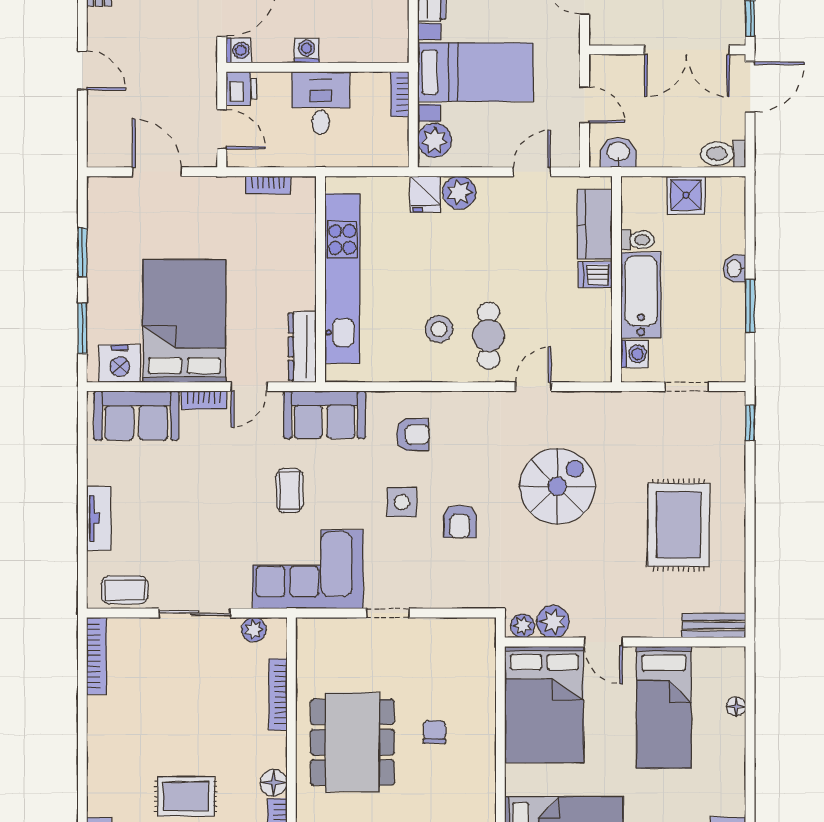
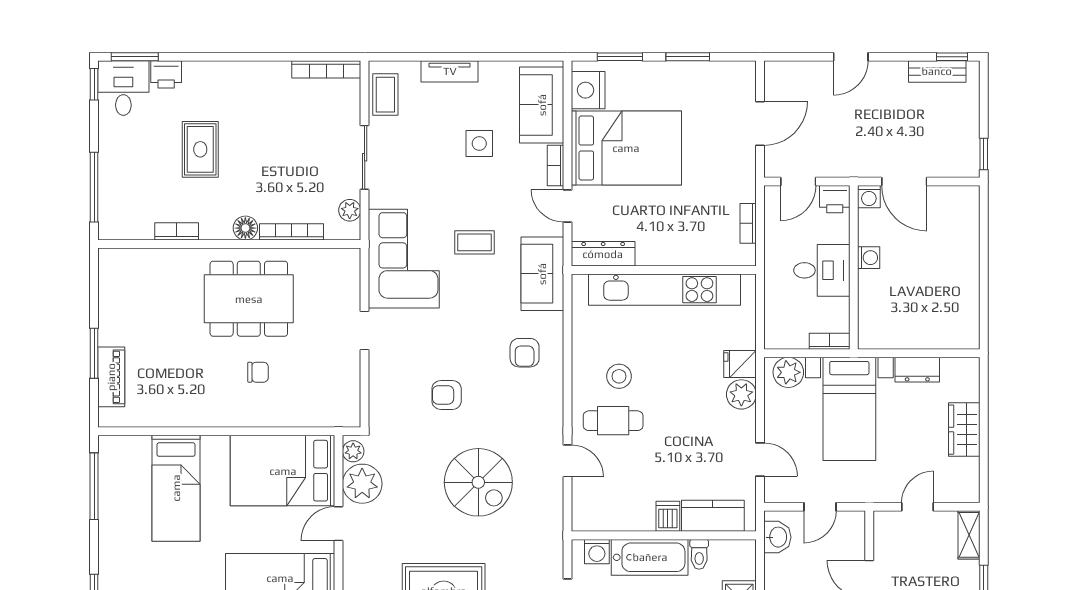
side table: (402, 502) -> (479, 143), moved
plant: (553, 622) -> (362, 484), width x1.36, depth x1.36
floor lamp: (274, 783) -> (245, 228), moved

